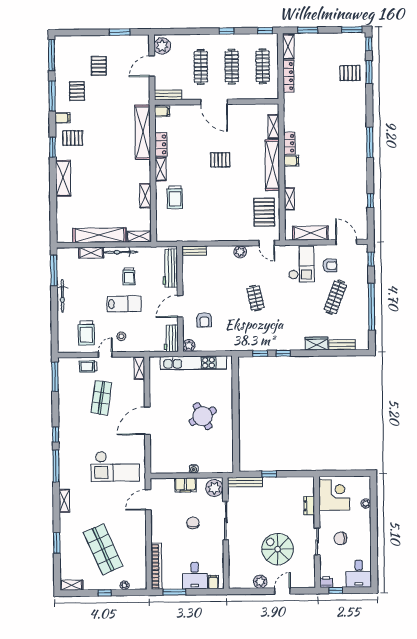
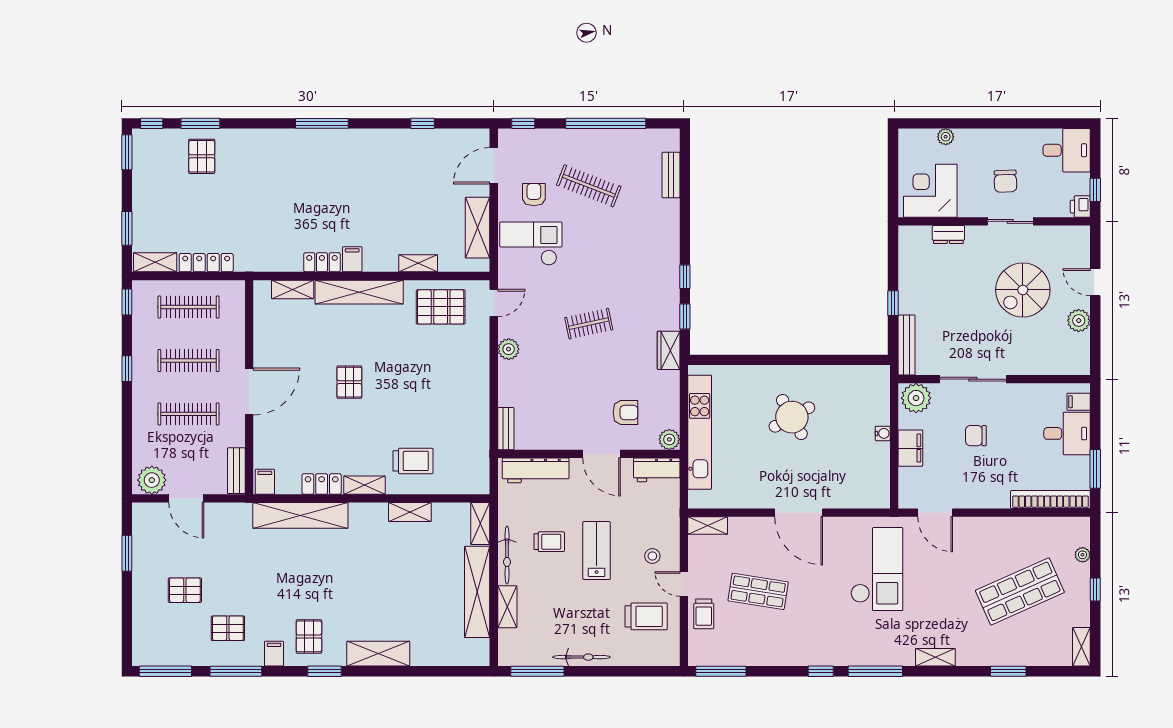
wardrobe: (317, 344) -> (669, 350), moved

